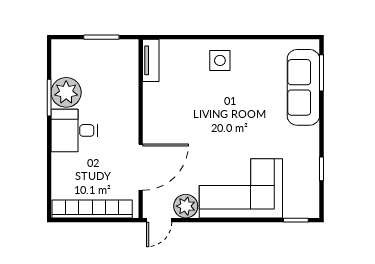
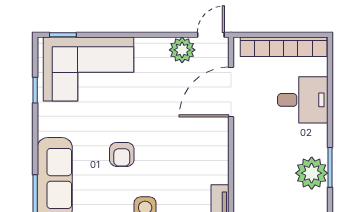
armchair: (241, 110) -> (122, 154), added
desk: (74, 130) -> (303, 100), moved
corner sofa: (241, 188) -> (89, 69), moved

